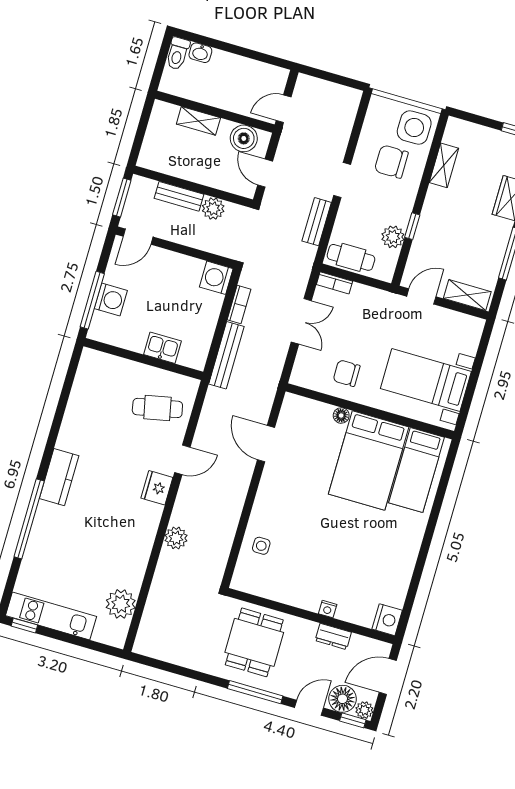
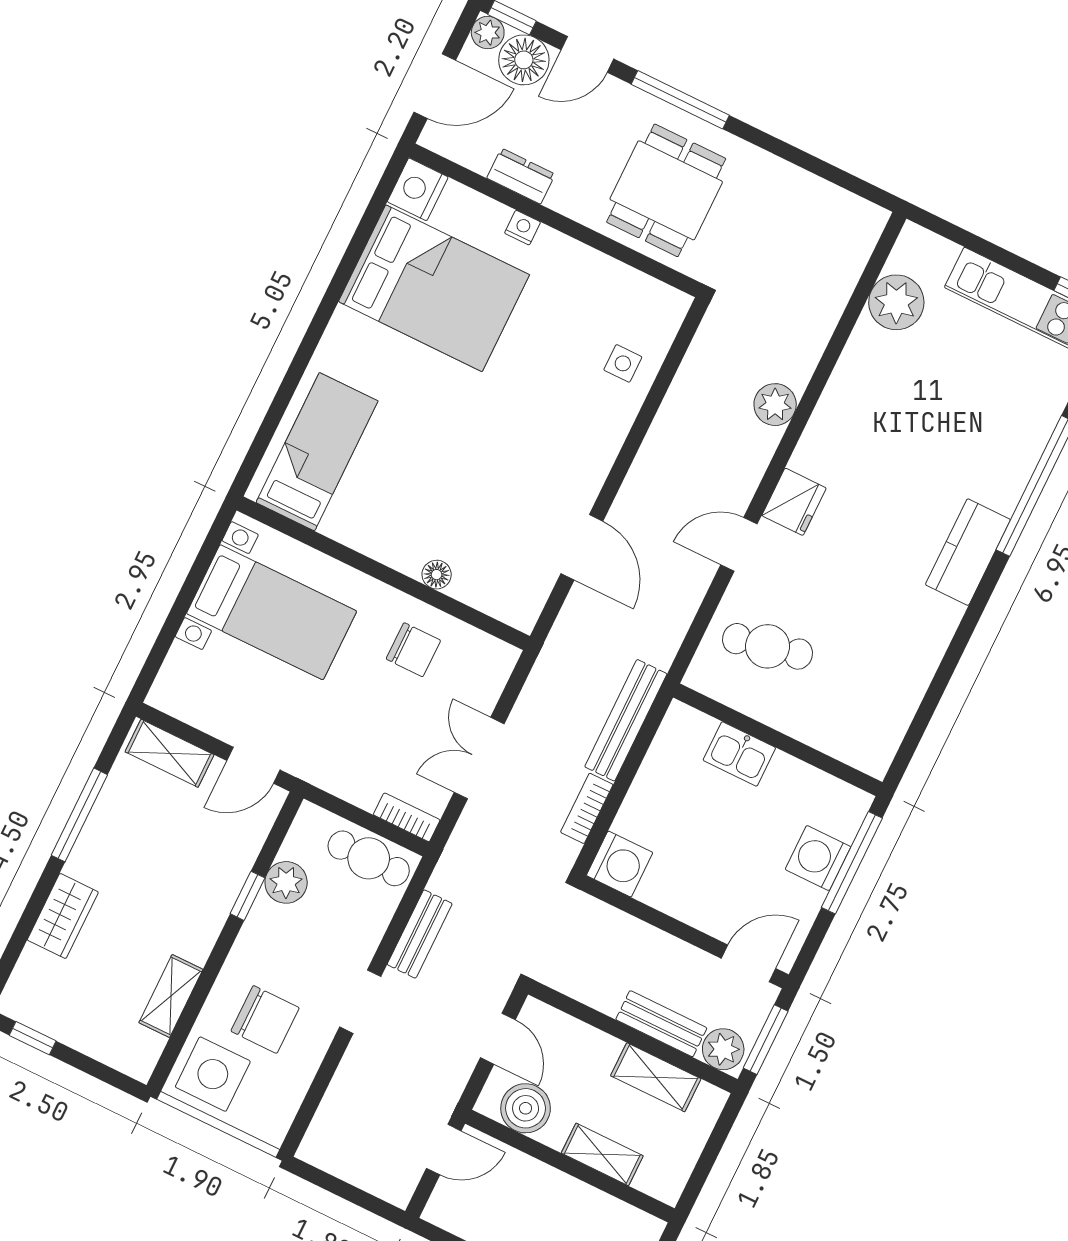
shelving: (177, 167) -> (656, 1077), added
plant: (213, 209) -> (723, 1049), moved
bed: (369, 460) -> (434, 288), moved, turned 90

